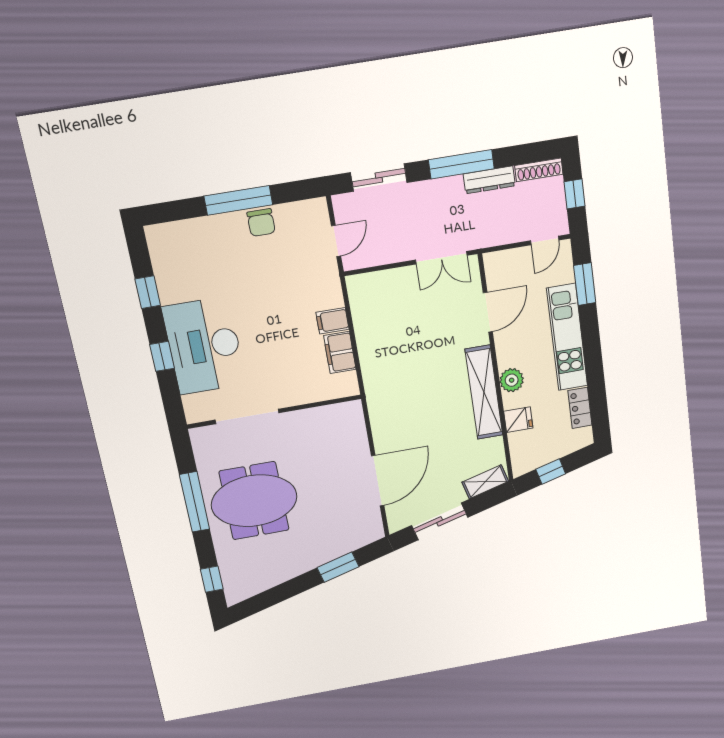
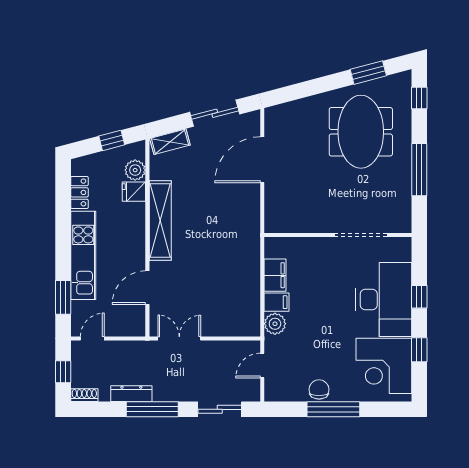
shoe rack: (539, 170) -> (84, 395), width x0.70
corner desk: (187, 265) -> (384, 366), added
plant: (330, 295) -> (275, 324), added
plant: (512, 380) -> (135, 170), moved
meeting table: (254, 501) -> (361, 132), moved, turned 90
window: (338, 567) -> (368, 73), moved

